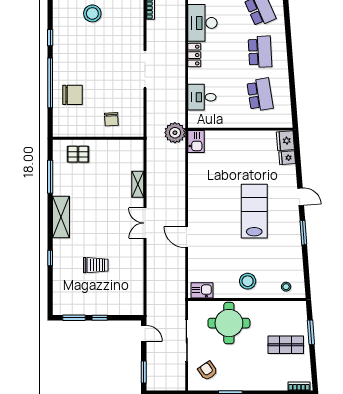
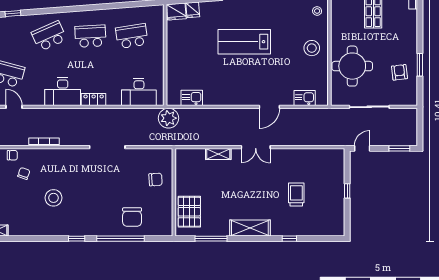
chair: (73, 95) -> (132, 217), turned 180
desk: (202, 97) -> (139, 92), width x1.37
kitchen sink: (196, 142) -> (192, 98), moved
pallet: (78, 154) -> (189, 212), width x1.50, depth x1.42
kitchen sink: (202, 290) -> (305, 98), moved, turned 90
window: (74, 318) -> (347, 215), removed
armchair: (208, 371) -> (399, 72), moved, turned 118

